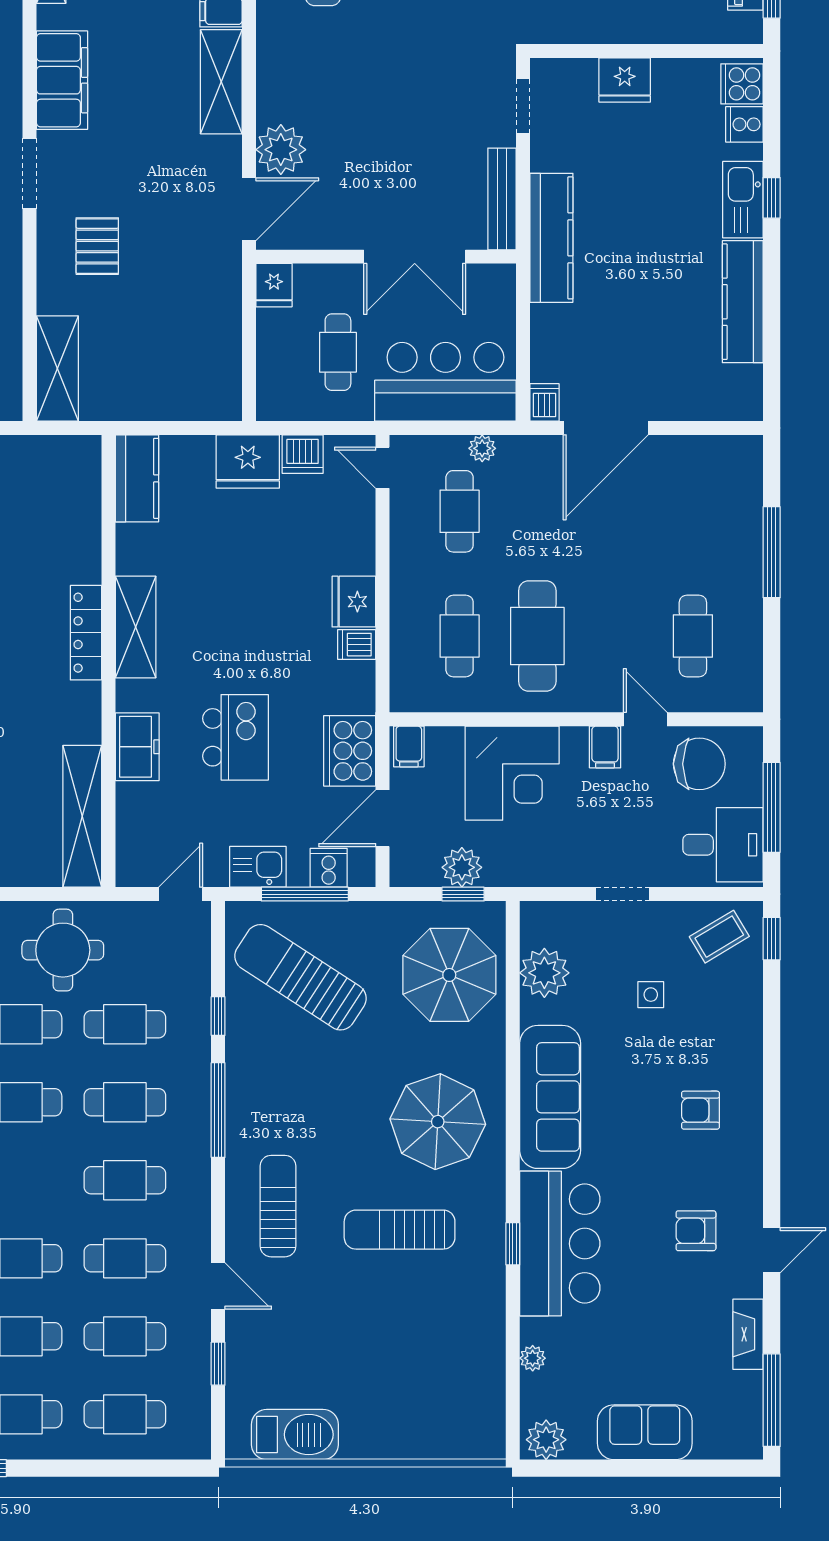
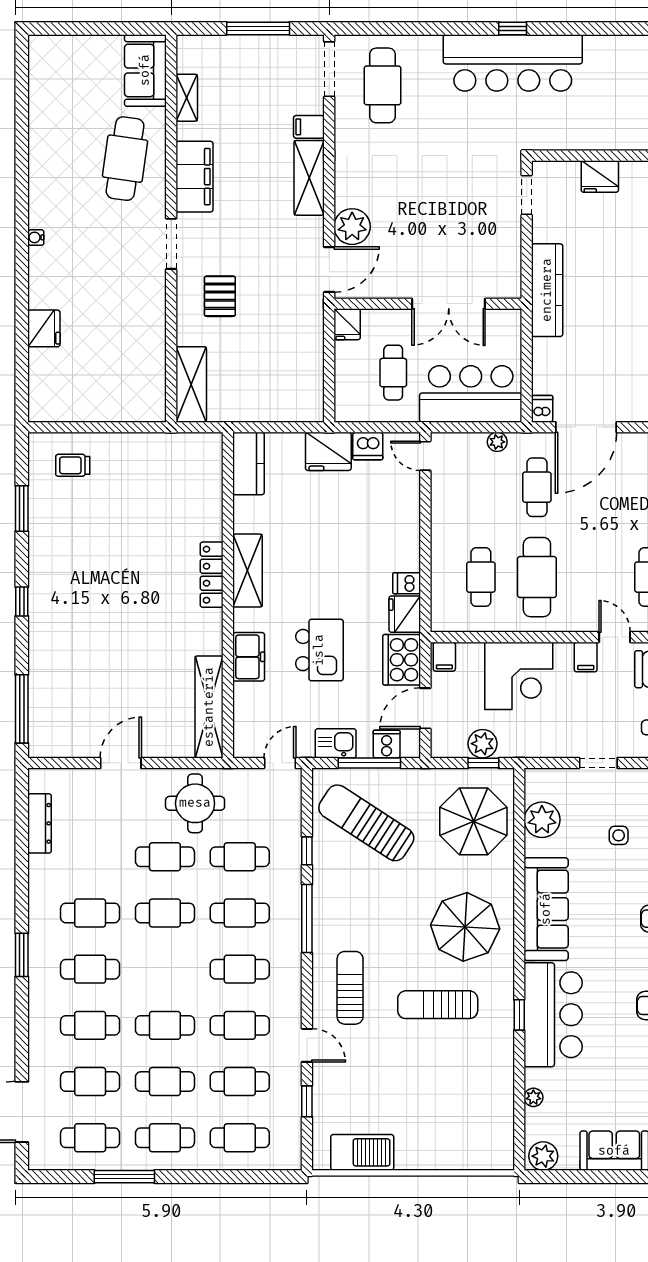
bench: (502, 199) -> (511, 262), removed
cafe table: (460, 511) -> (537, 487), moved
fridge: (354, 602) -> (405, 614), moved

